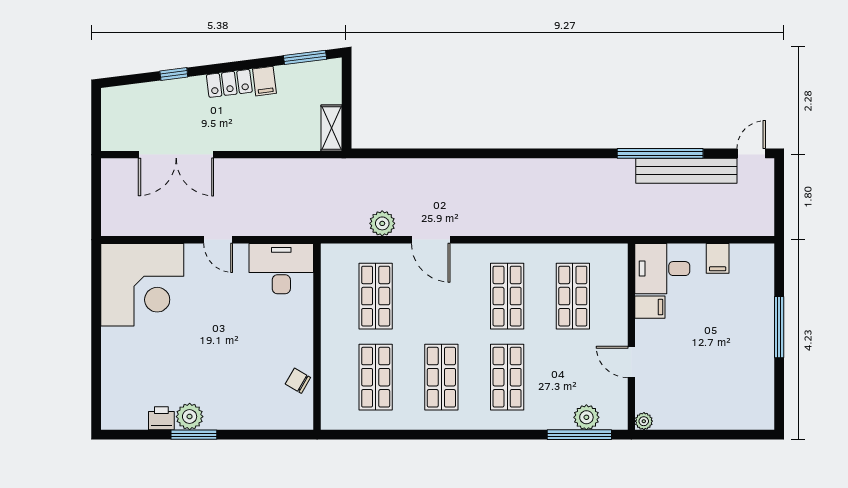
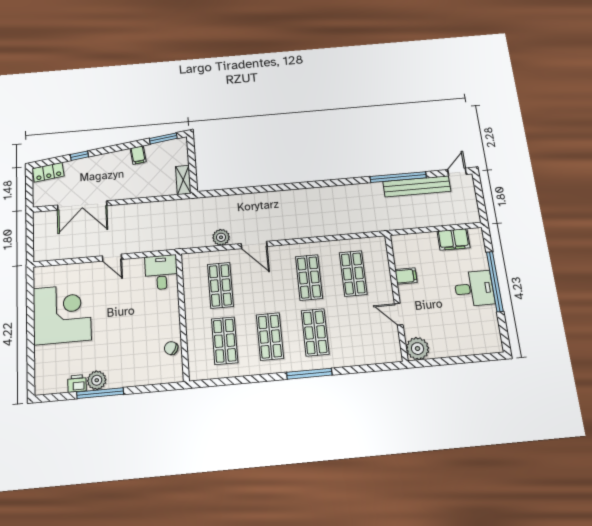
locker: (229, 83) -> (48, 172), moved
filing cabinet: (718, 258) -> (453, 239), width x2.00
desk: (281, 269) -> (161, 272), width x0.73
desk: (662, 269) -> (474, 289), moved, turned 180
corner desk: (142, 285) -> (62, 314), moved, turned -90
window: (779, 327) -> (495, 282), width x1.46
plant: (586, 417) -> (373, 355), removed
plant: (644, 421) -> (418, 349), width x1.88, depth x1.88
window: (194, 435) -> (100, 393), width x1.44
window: (579, 435) -> (309, 374), moved

